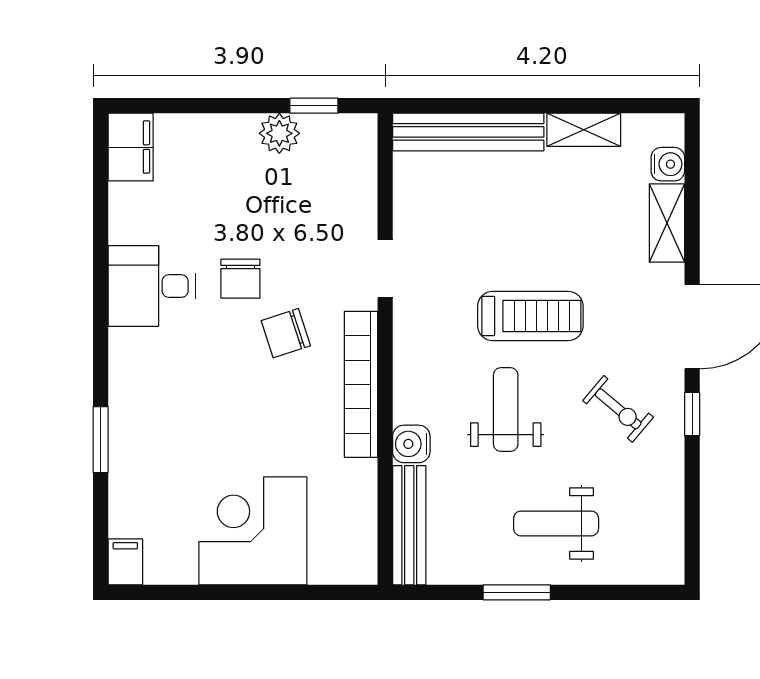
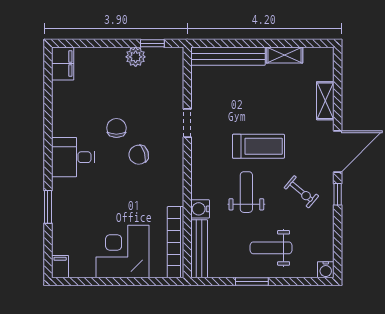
water cooler: (668, 164) -> (326, 270), moved, turned 90
chair: (240, 279) -> (116, 128), turned 180
desk: (152, 286) -> (73, 157), moved
bookcase: (361, 384) -> (176, 242), moved

